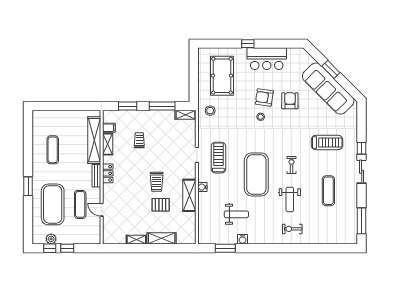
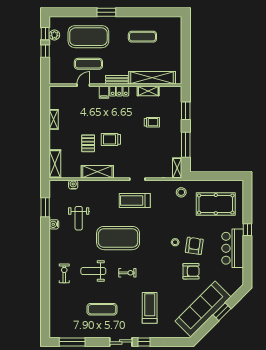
filing cabinet: (109, 128) -> (104, 92), moved
treadmill: (327, 143) -> (150, 308), turned 180
treadmill: (218, 158) -> (135, 201), turned 180
water cooler: (202, 187) -> (73, 185), moved
shelving: (162, 238) -> (55, 164), moved

